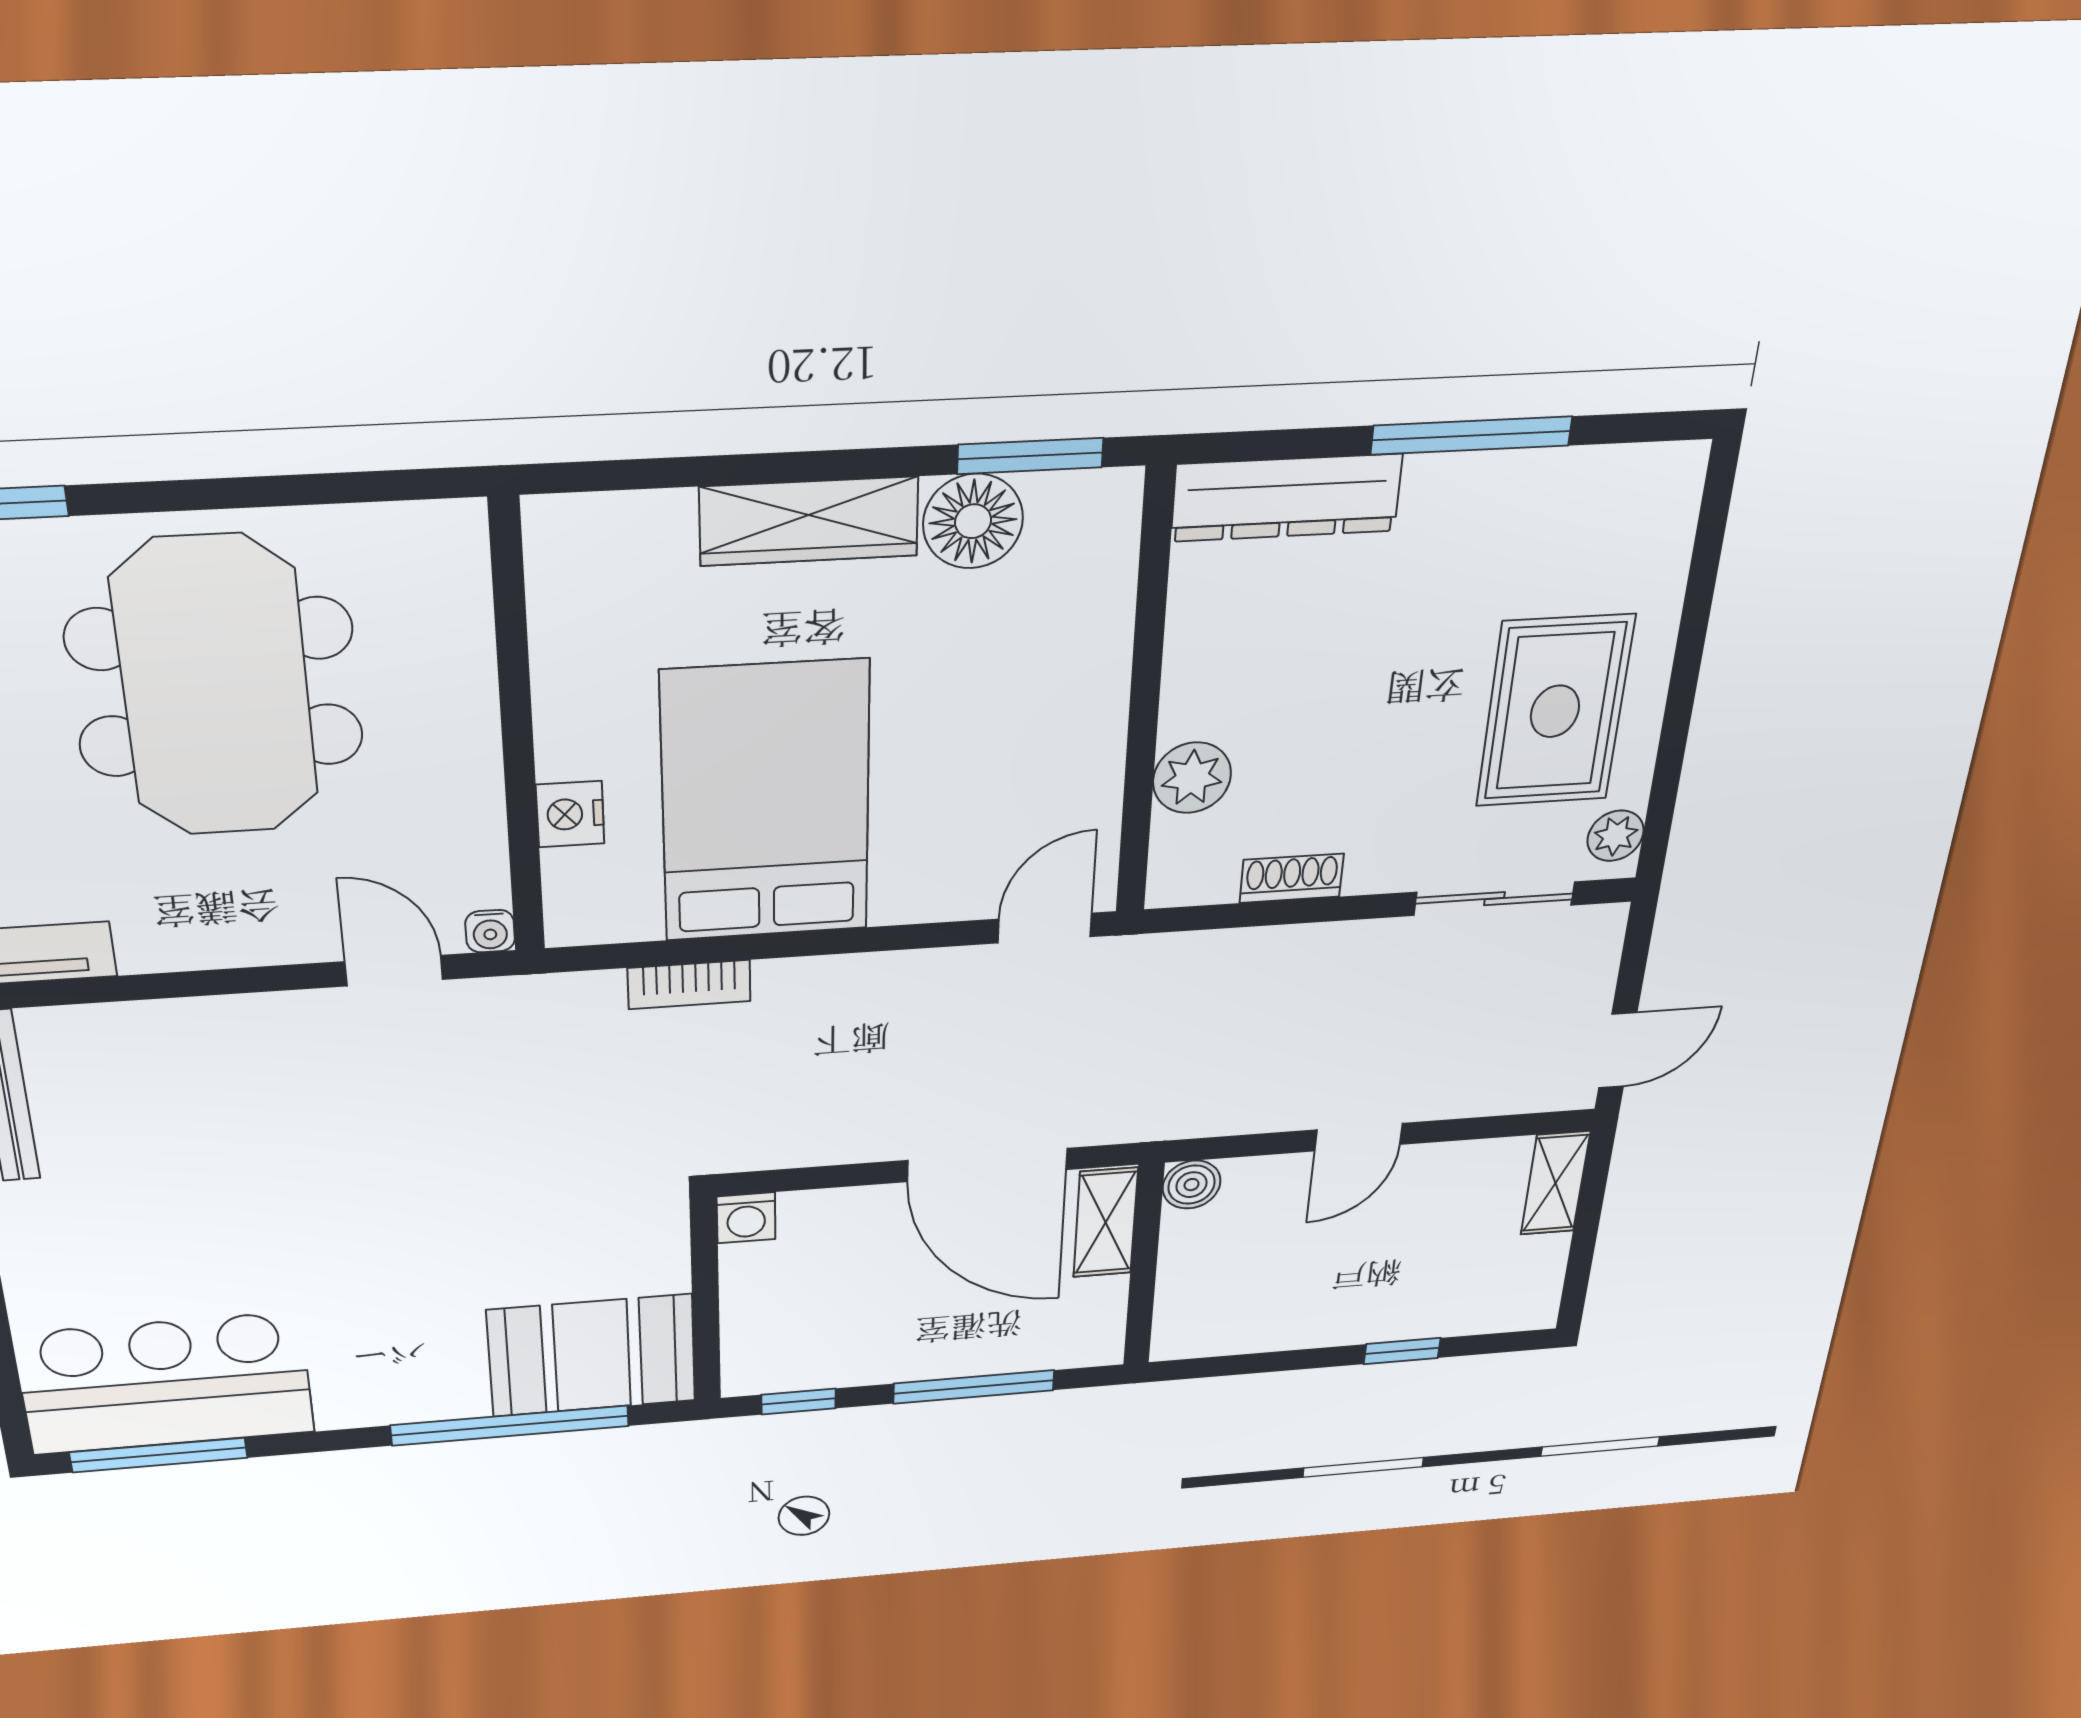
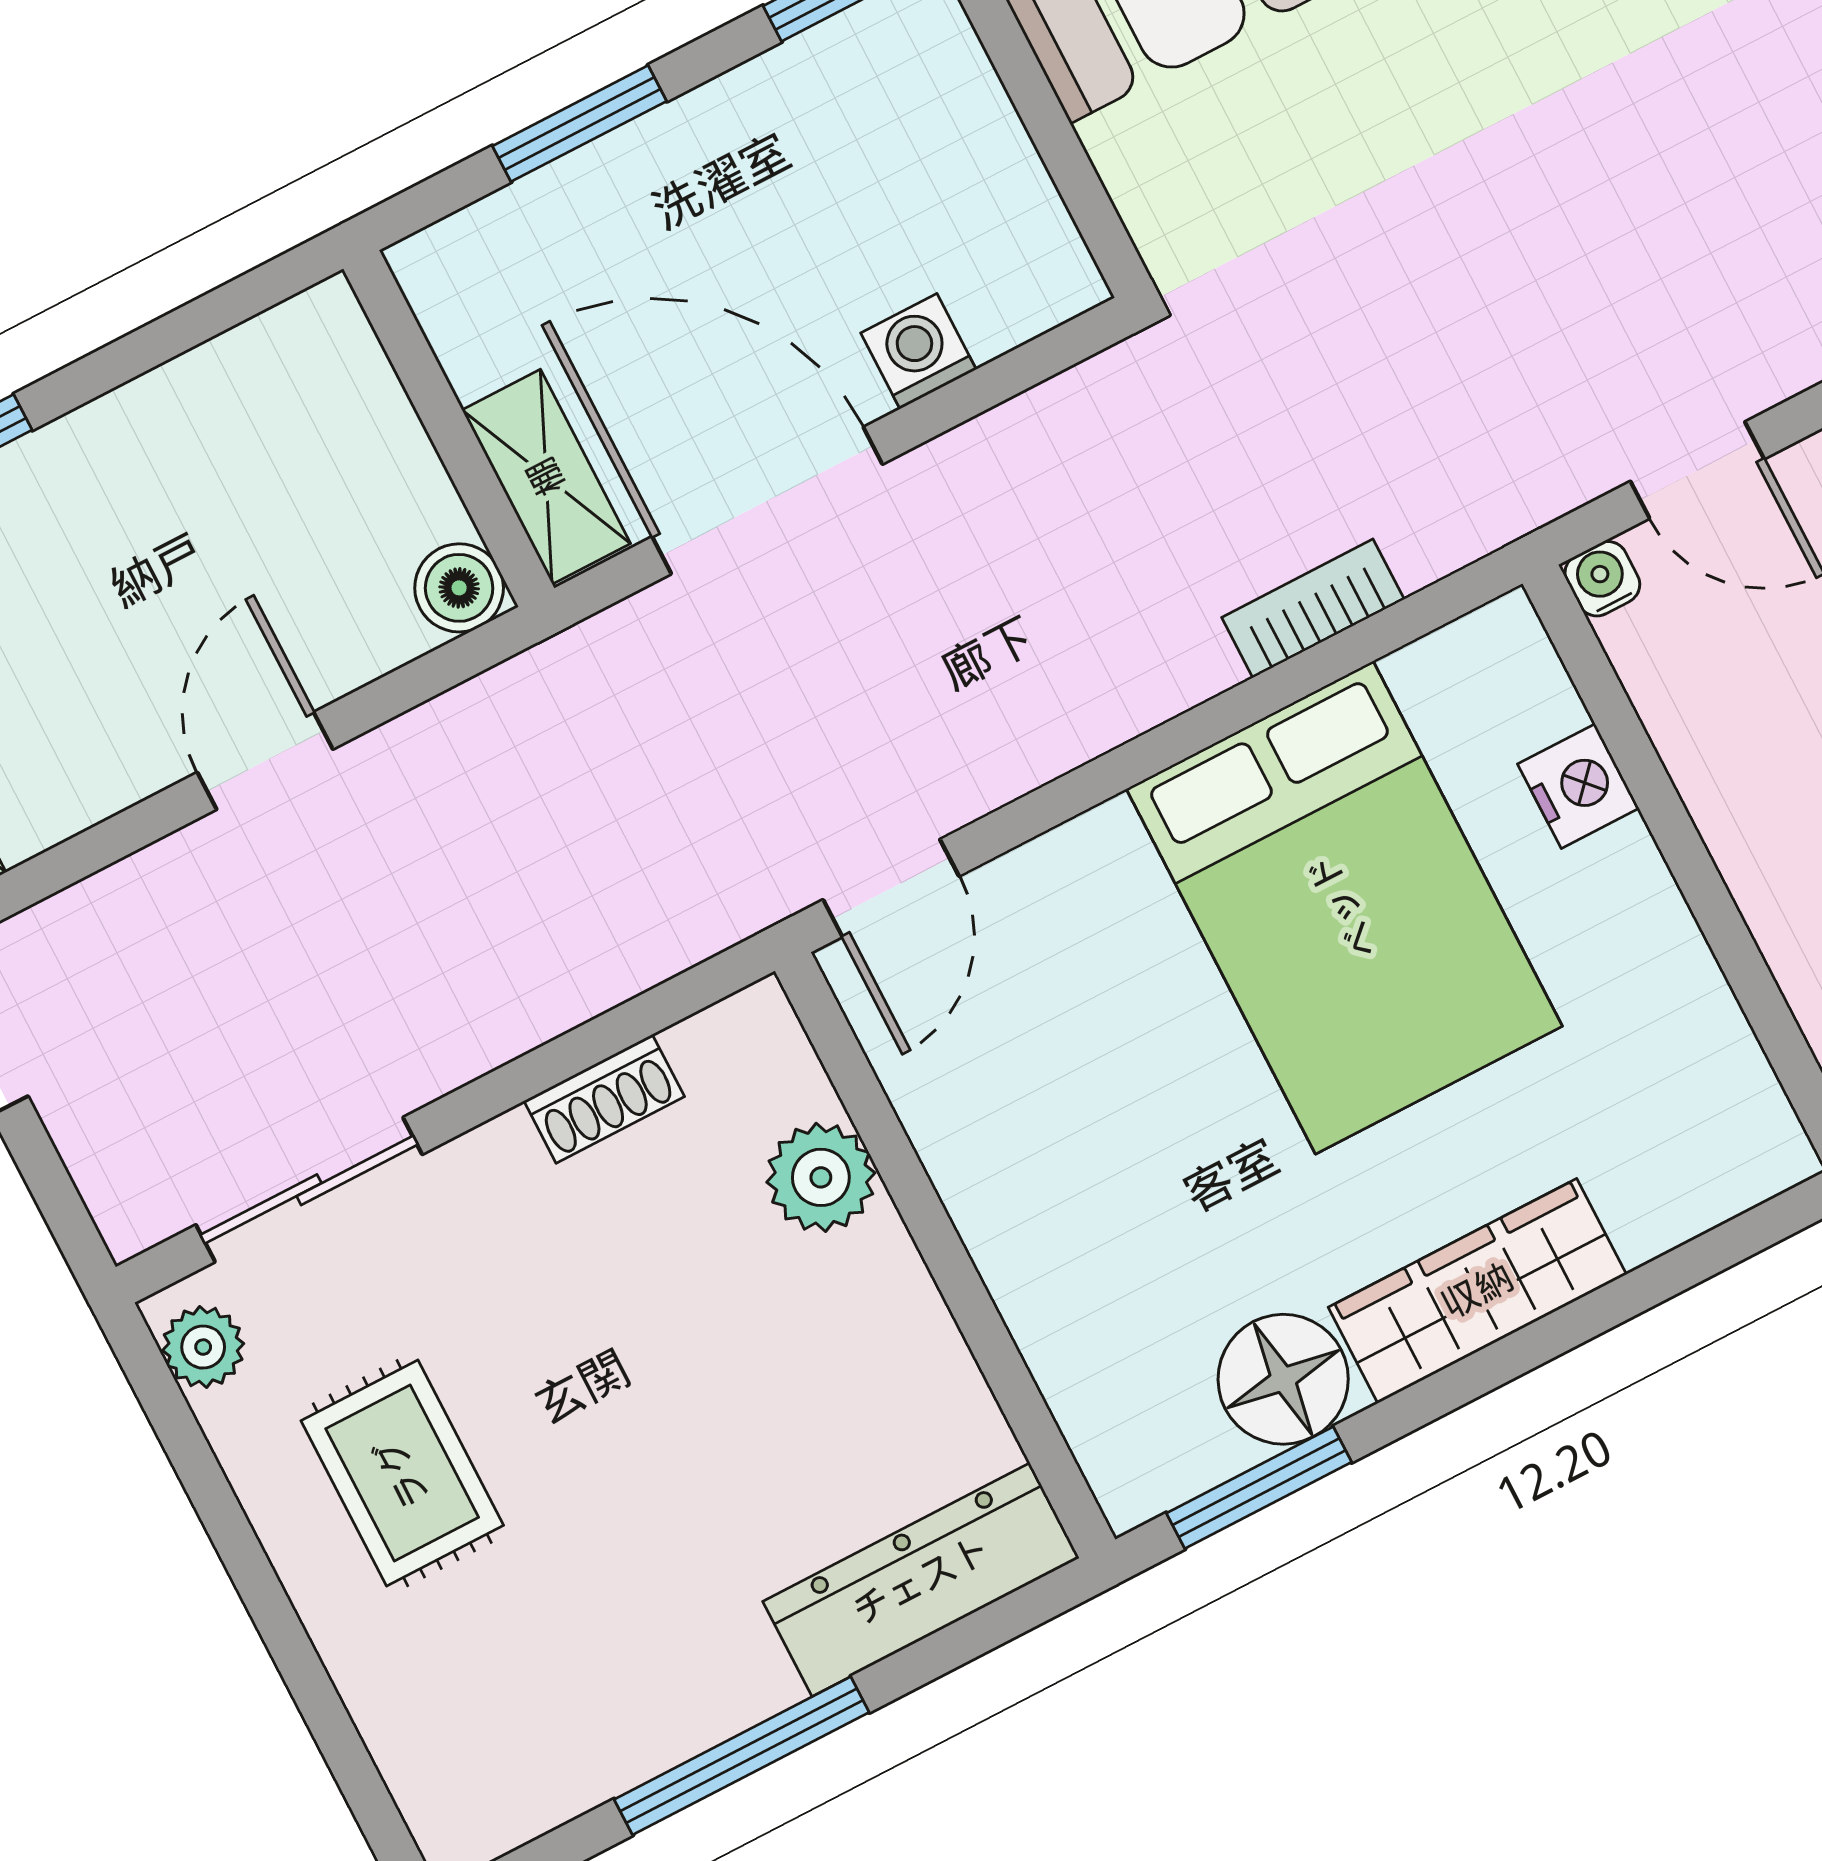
rug: (1555, 711) -> (402, 1473), width x0.73, depth x0.70
washing machine: (746, 1218) -> (918, 351), moved
window: (974, 1387) -> (580, 124), width x0.69

